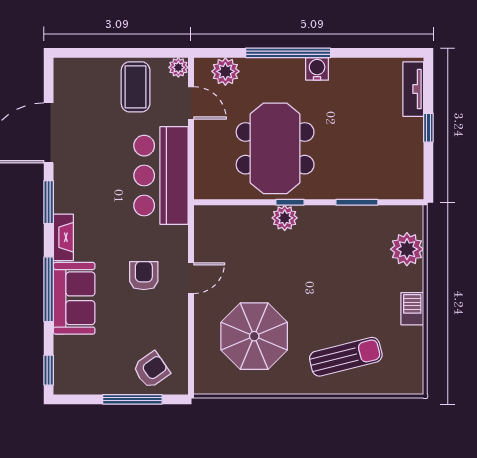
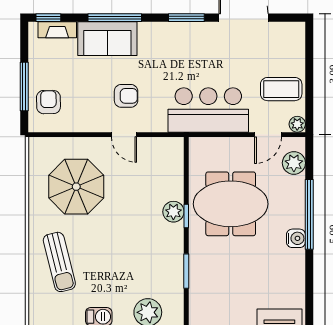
fireplace: (63, 237) -> (57, 30), moved
armchair: (151, 370) -> (48, 102), turned -146

